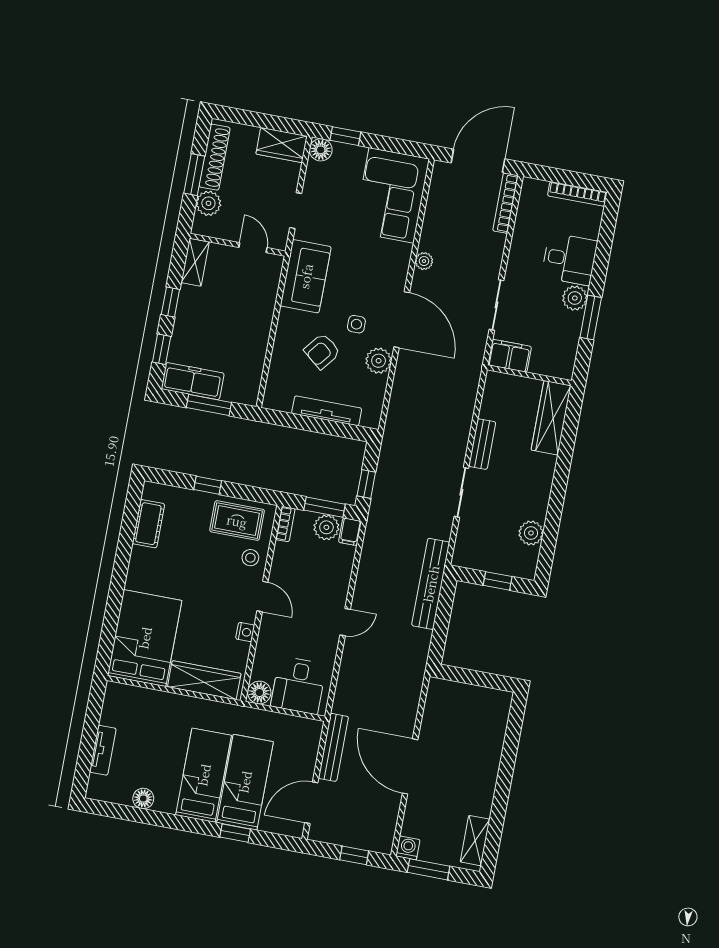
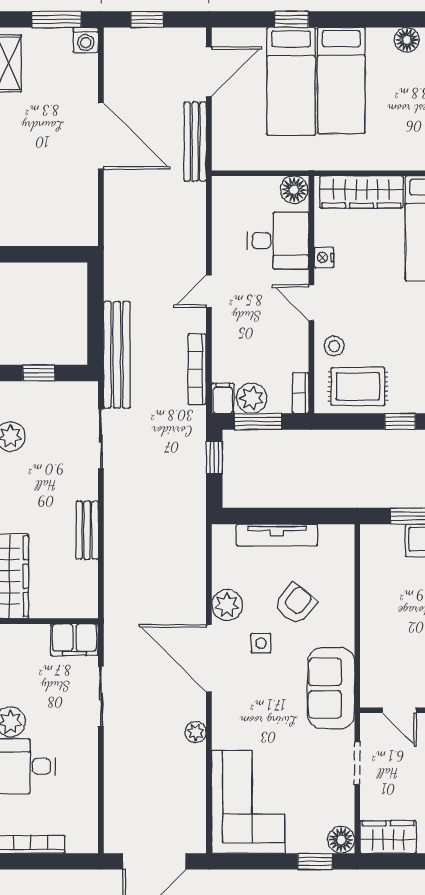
bookcase: (506, 203) -> (197, 369), moved, turned 180
sliding door: (461, 492) -> (101, 439), moved
desk: (298, 685) -> (278, 240), moved, turned 90

